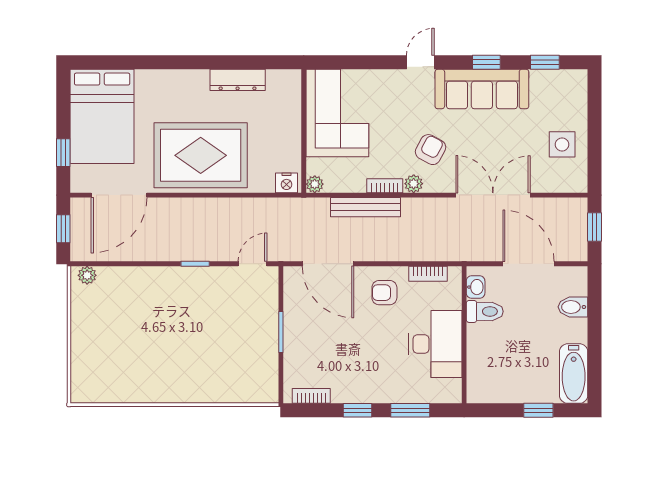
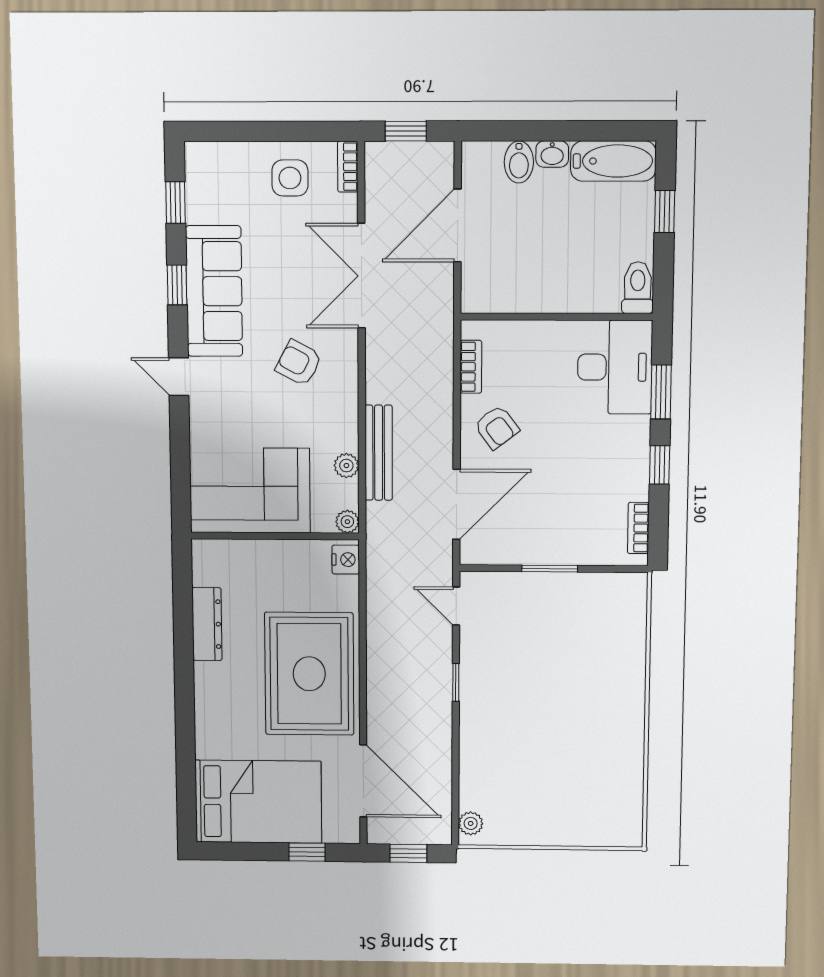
plant: (414, 184) -> (346, 466), moved
bookcase: (385, 186) -> (348, 167), moved
washbasin: (476, 287) -> (552, 154), moved, turned 180
armchair: (384, 293) -> (497, 427), turned -37
toilet: (485, 311) -> (638, 288), moved
desk: (435, 344) -> (615, 367), moved, turned 90

